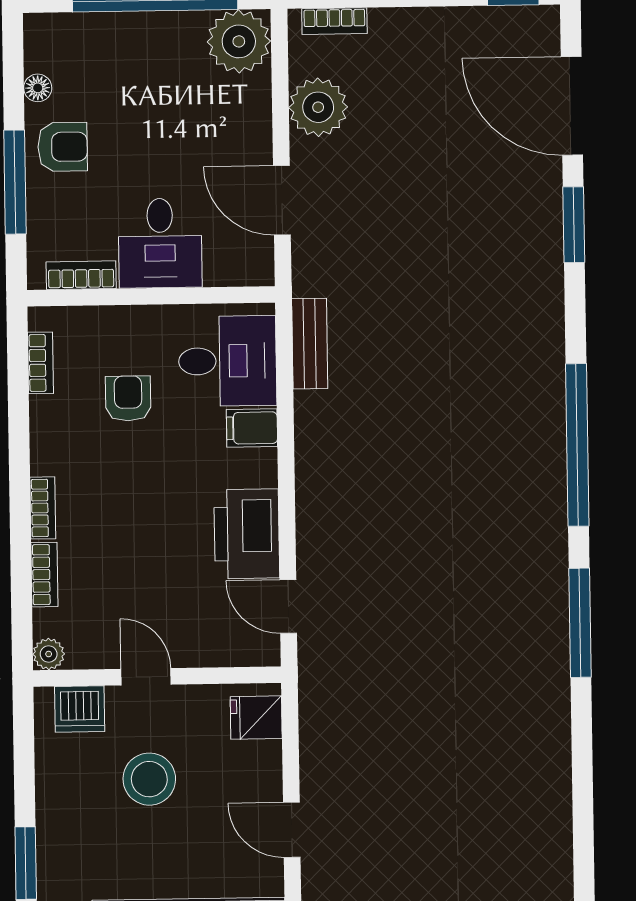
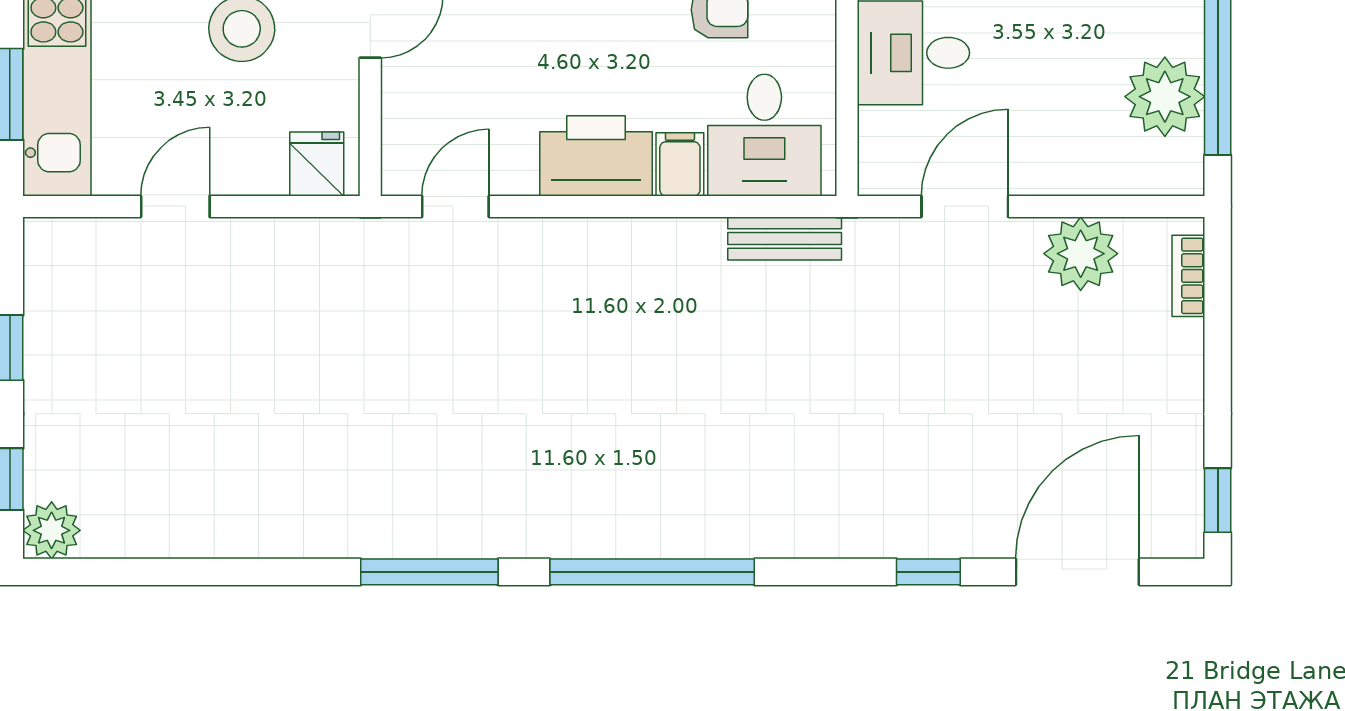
plant: (239, 41) -> (1165, 97), moved
window: (574, 225) -> (928, 572), width x0.67
printer: (247, 534) -> (596, 156), moved

